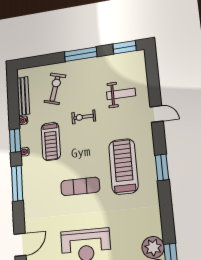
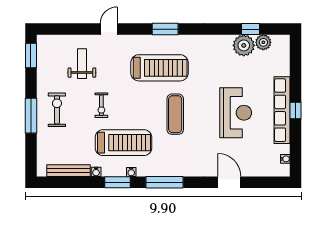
window: (81, 54) -> (31, 116), moved
exercise bike: (55, 89) -> (57, 110), moved, turned 73
treadmill: (51, 141) -> (123, 143), width x1.37, depth x1.38
treadmill: (123, 166) -> (159, 68), turned 180

